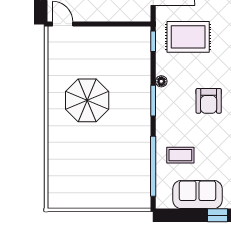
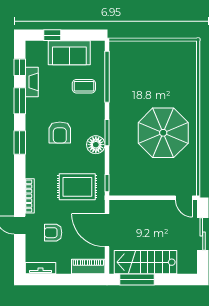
floor lamp: (161, 81) -> (96, 145), width x1.89, depth x1.89
parasol: (87, 100) -> (163, 133), width x1.36, depth x1.36
armchair: (209, 101) -> (60, 132), turned 180

